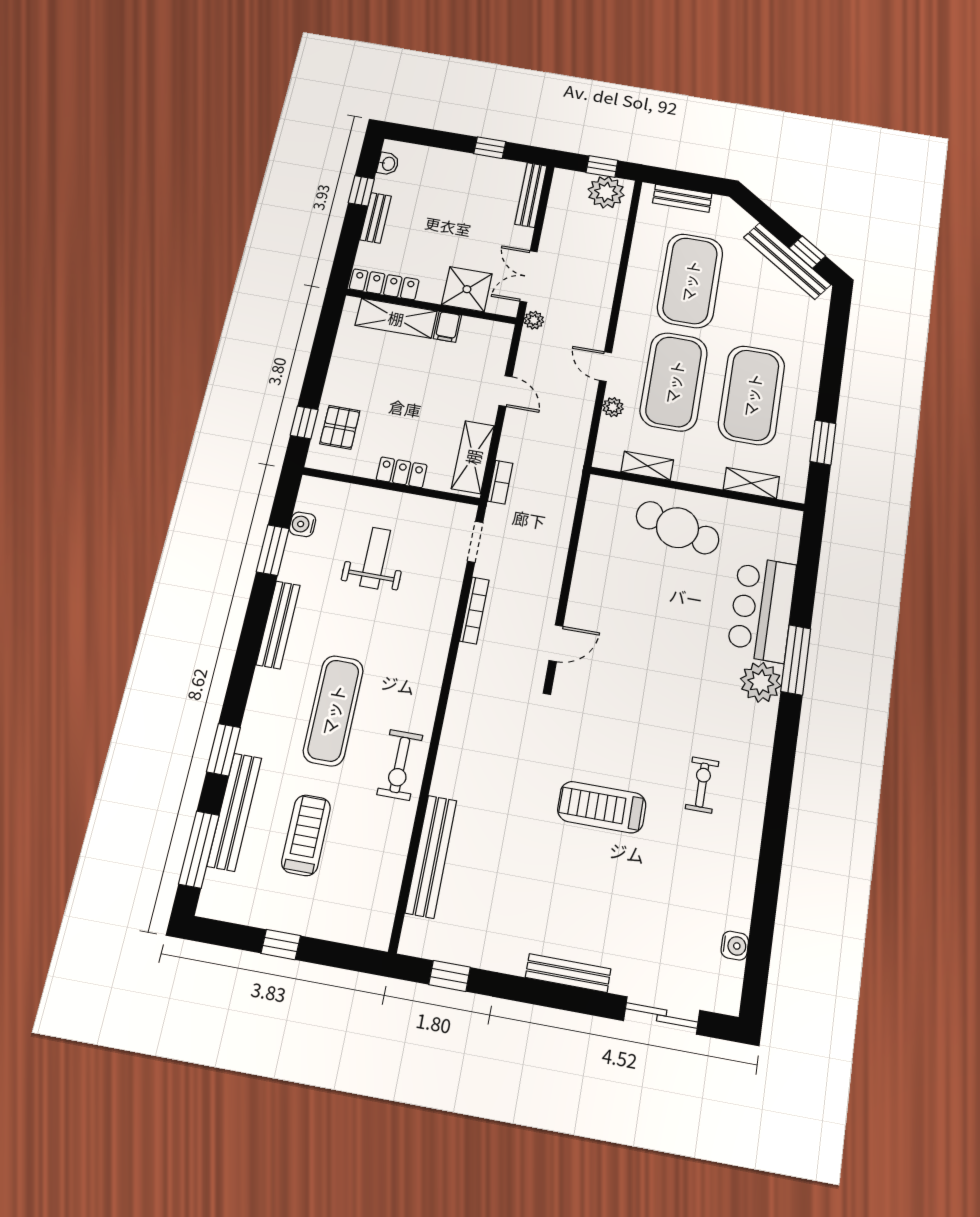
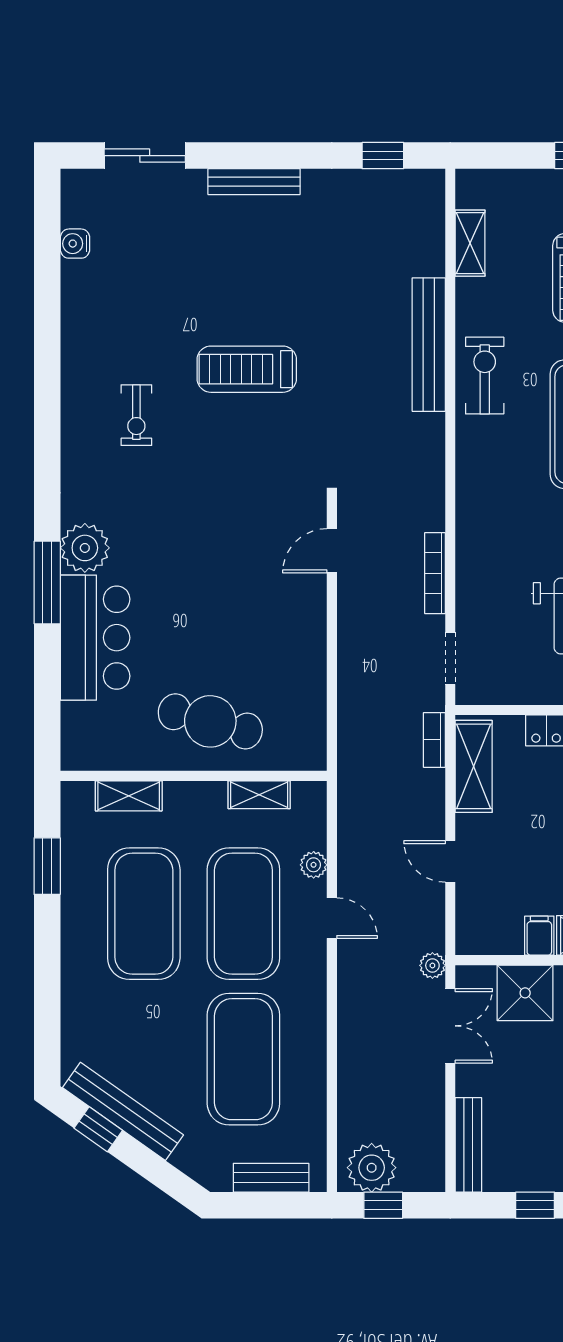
treadmill: (602, 807) -> (247, 369), turned 180
bench: (431, 856) -> (429, 345), moved
shelving: (389, 882) -> (470, 243), added

